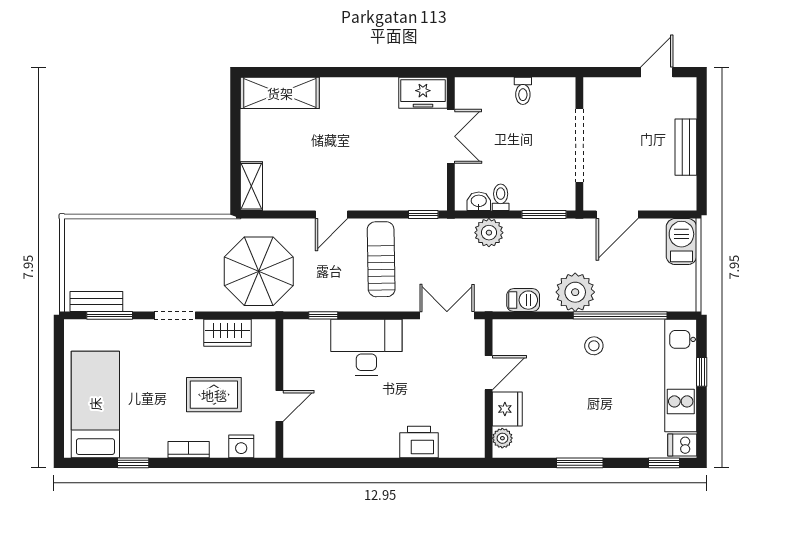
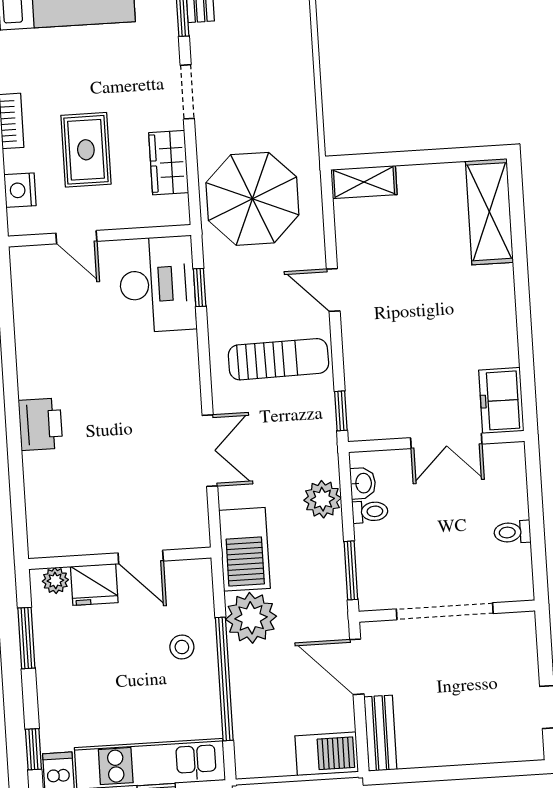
bench: (686, 147) -> (380, 733), moved, turned 90
barbecue: (523, 300) -> (244, 549), width x1.88, depth x1.53
desk: (366, 347) -> (157, 284), moved
door: (489, 373) -> (141, 557), moved
wall: (489, 388) -> (120, 558), moved
fridge: (507, 409) -> (94, 584), moved
plant: (502, 438) -> (55, 581), moved

